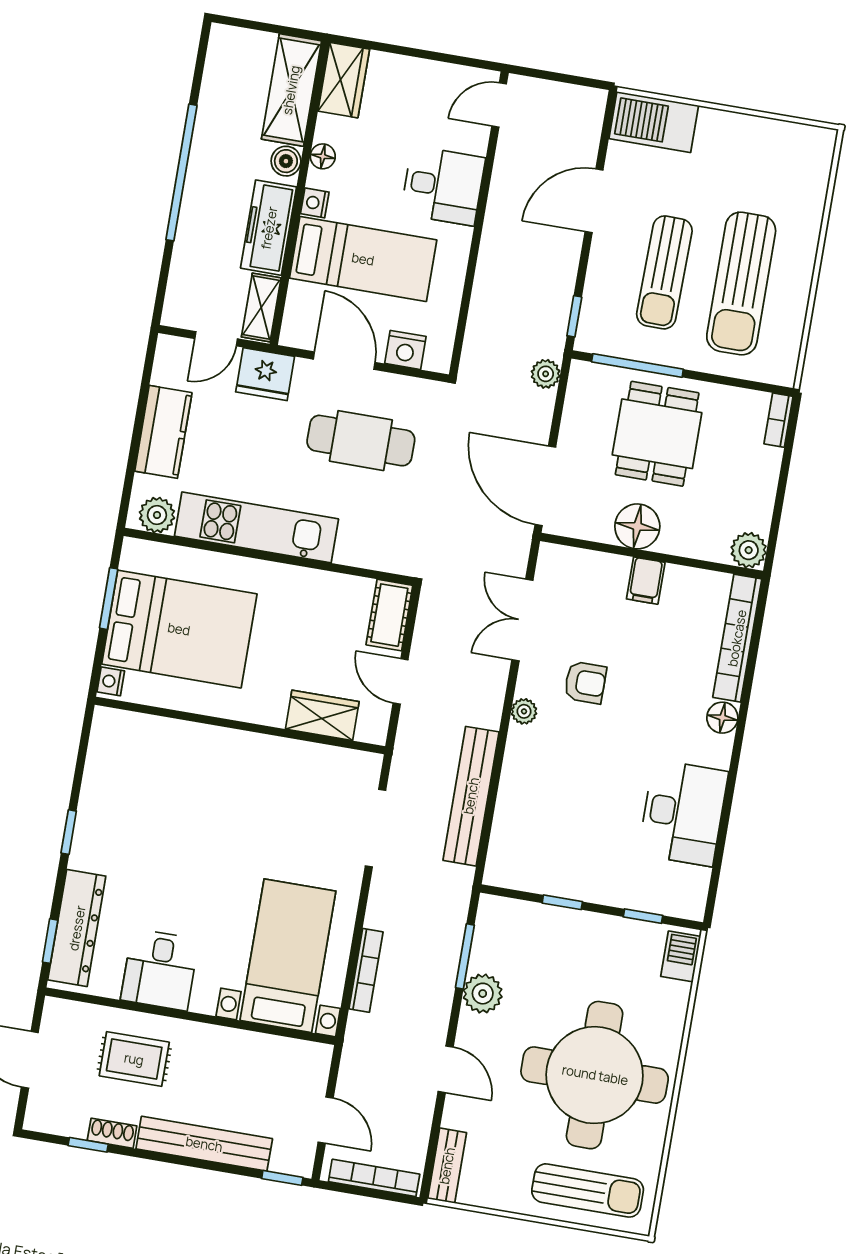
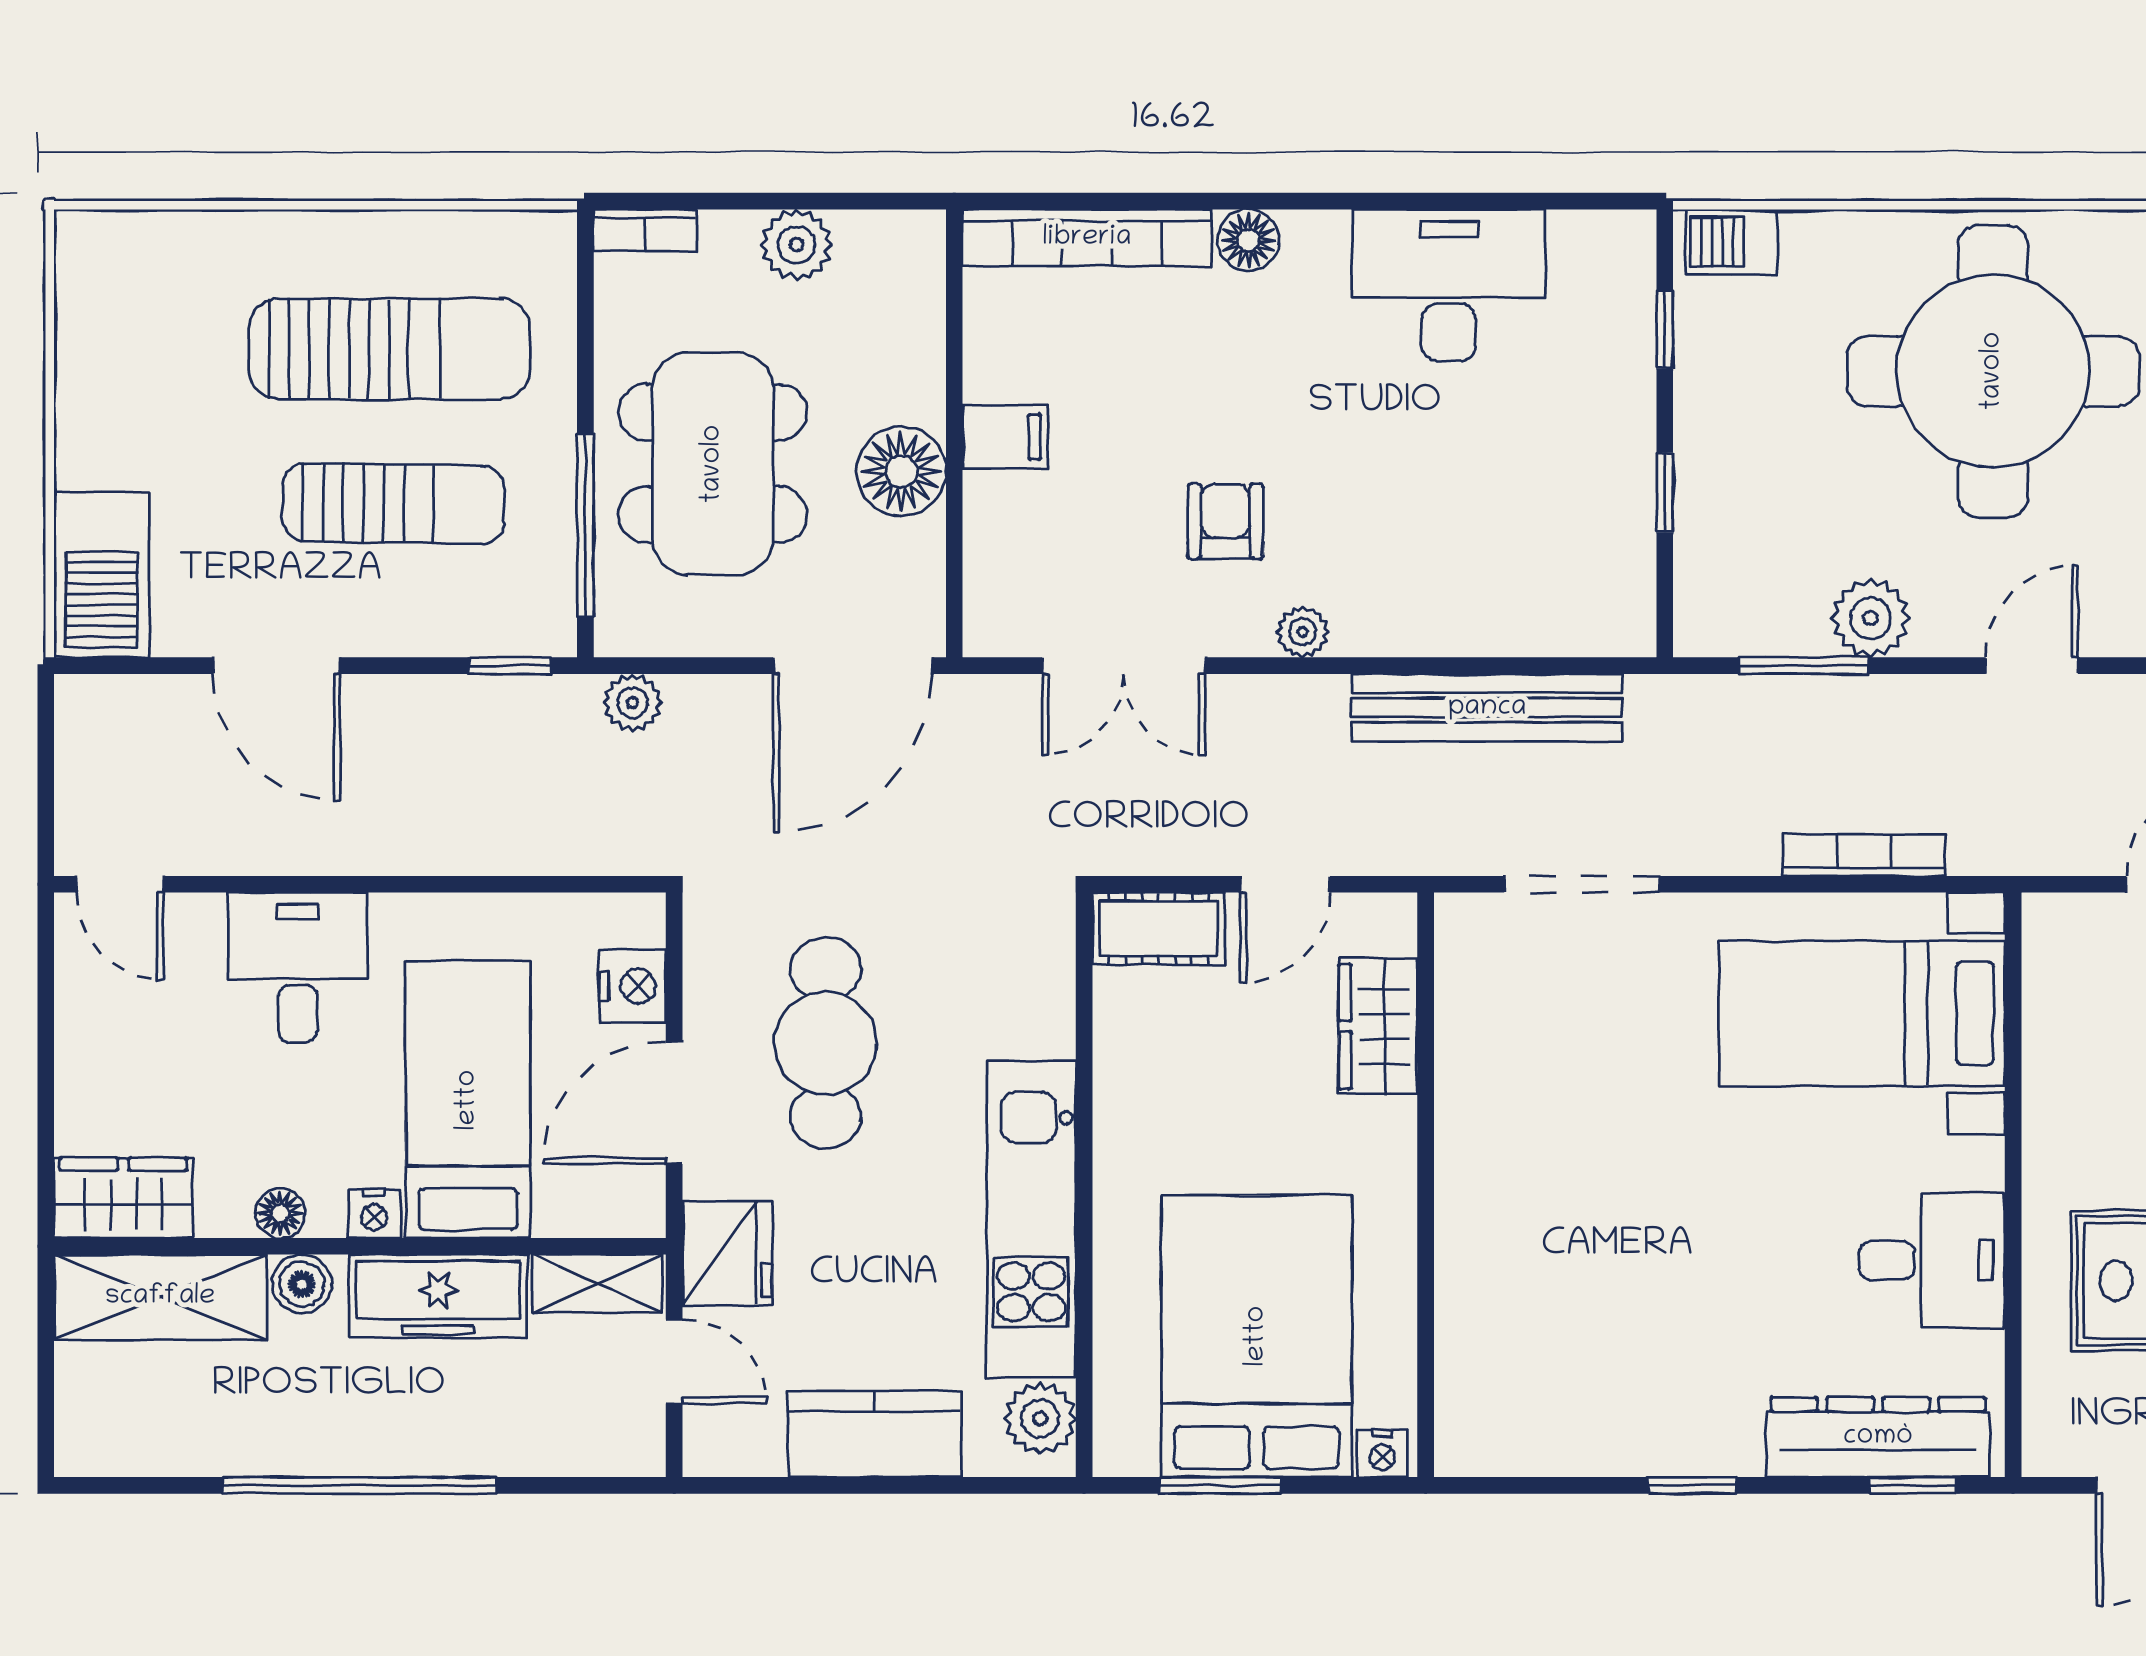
dining table: (657, 434) -> (713, 464), width x1.38
plant: (749, 550) -> (796, 245), moved

